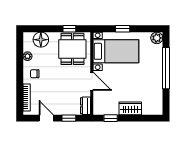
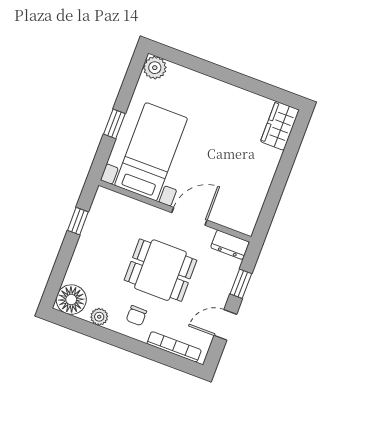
floor lamp: (41, 40) -> (71, 300), moved
dining table: (72, 49) -> (160, 270), moved
window: (166, 68) -> (216, 72), removed
wardrobe: (130, 108) -> (280, 126), moved
window: (111, 118) -> (270, 207), removed

